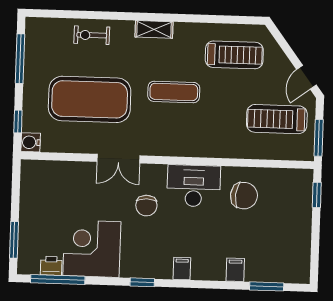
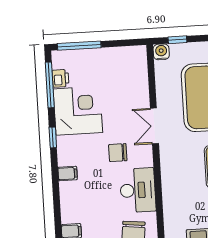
window: (14, 240) -> (79, 46), width x1.44
filing cabinet: (182, 269) -> (68, 174), moved
window: (142, 282) -> (53, 137), moved

